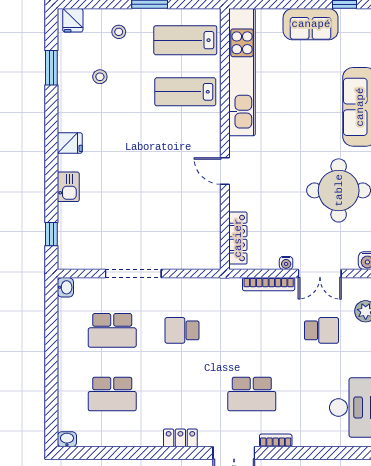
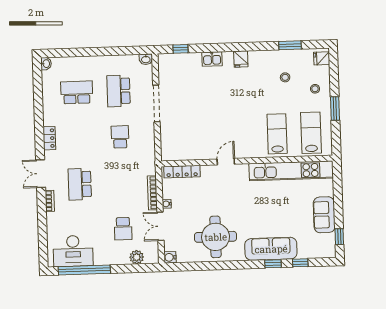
school desk: (112, 394) -> (77, 92), turned 90

